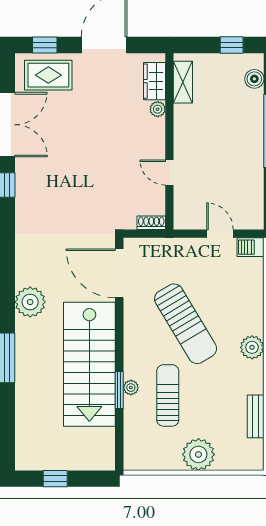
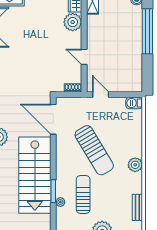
plant: (158, 109) -> (73, 22), width x1.87, depth x1.87
door: (220, 234) -> (101, 95), moved
plant: (131, 388) -> (60, 202), moved

